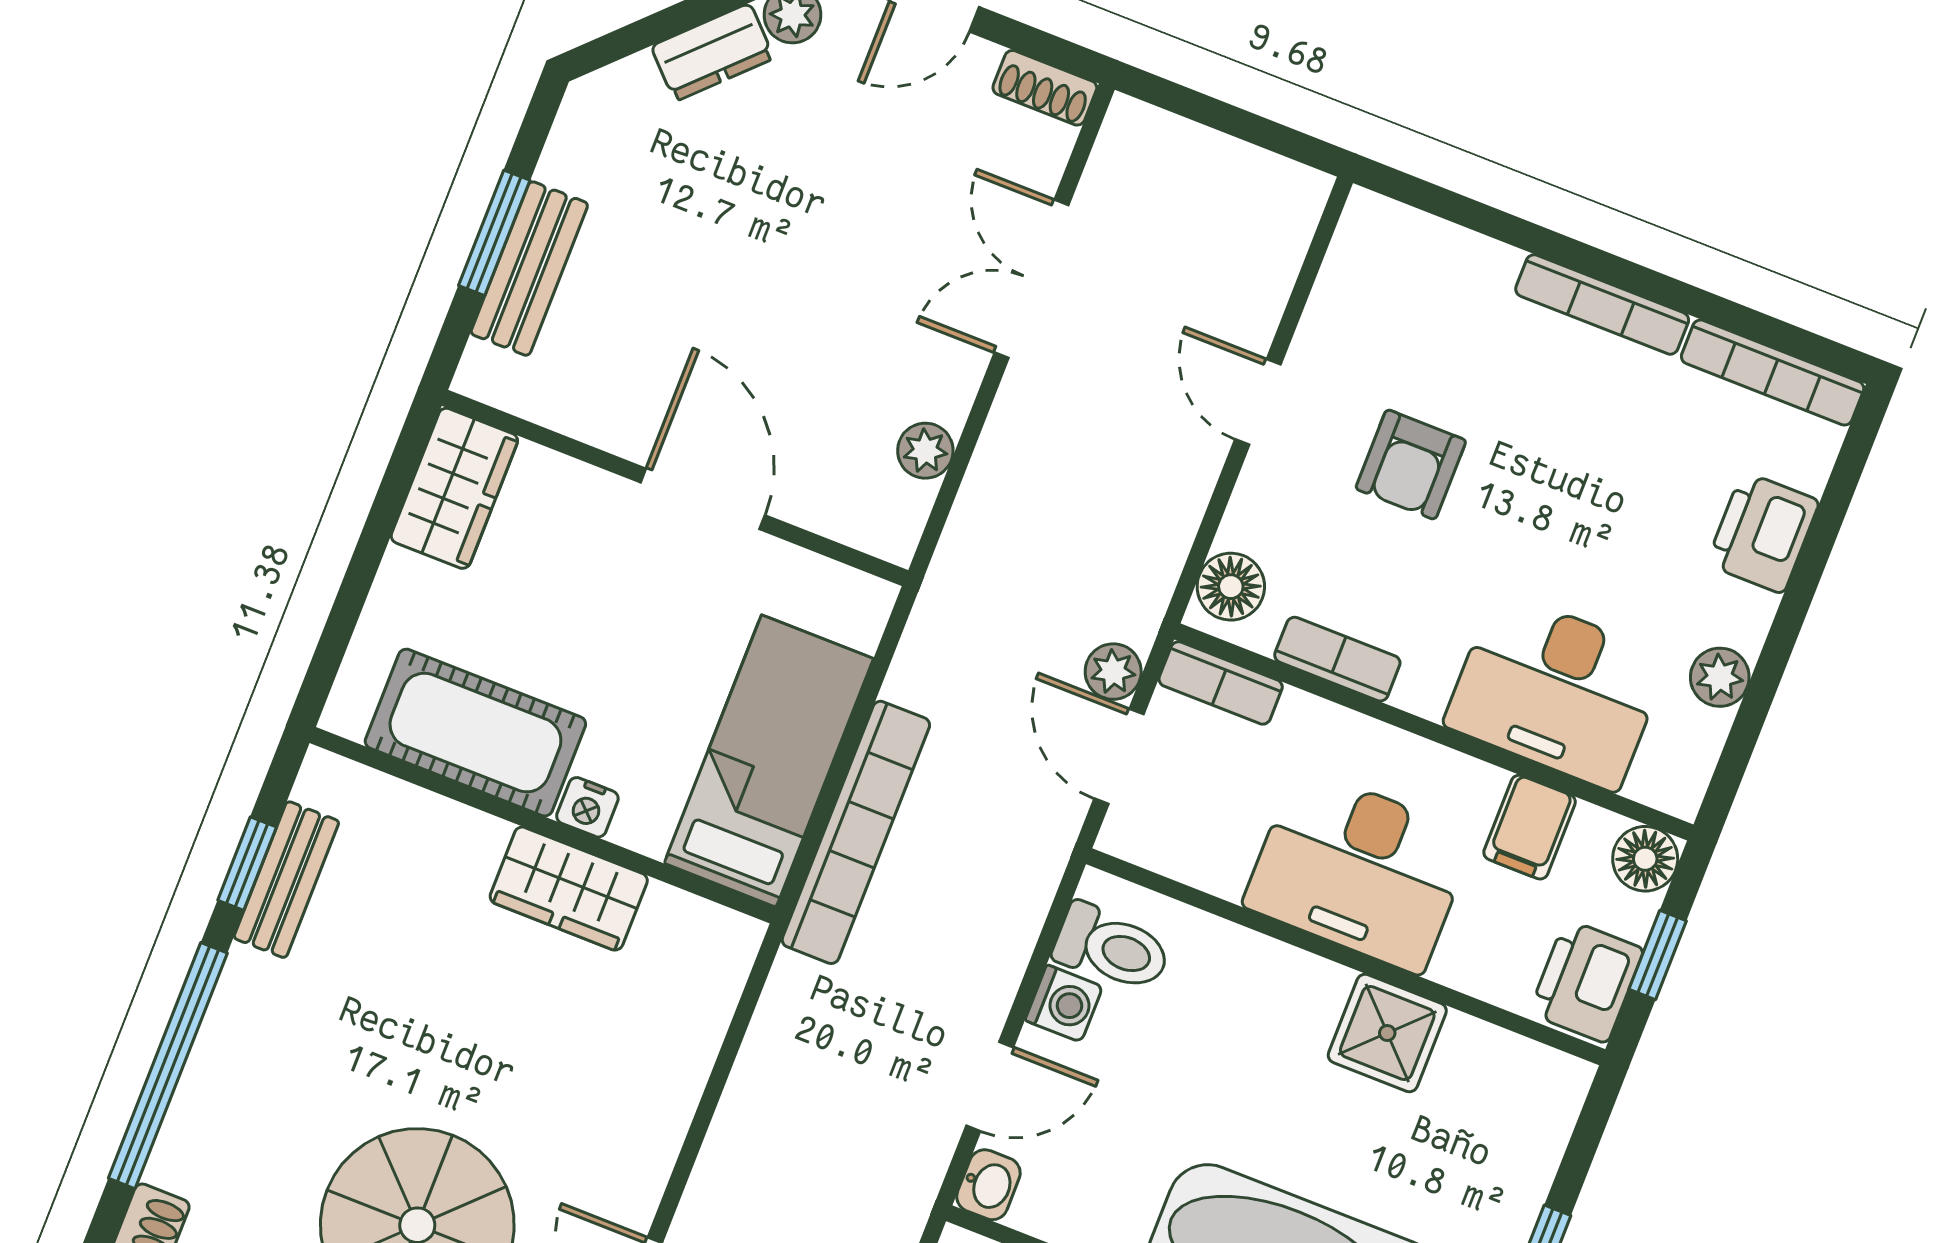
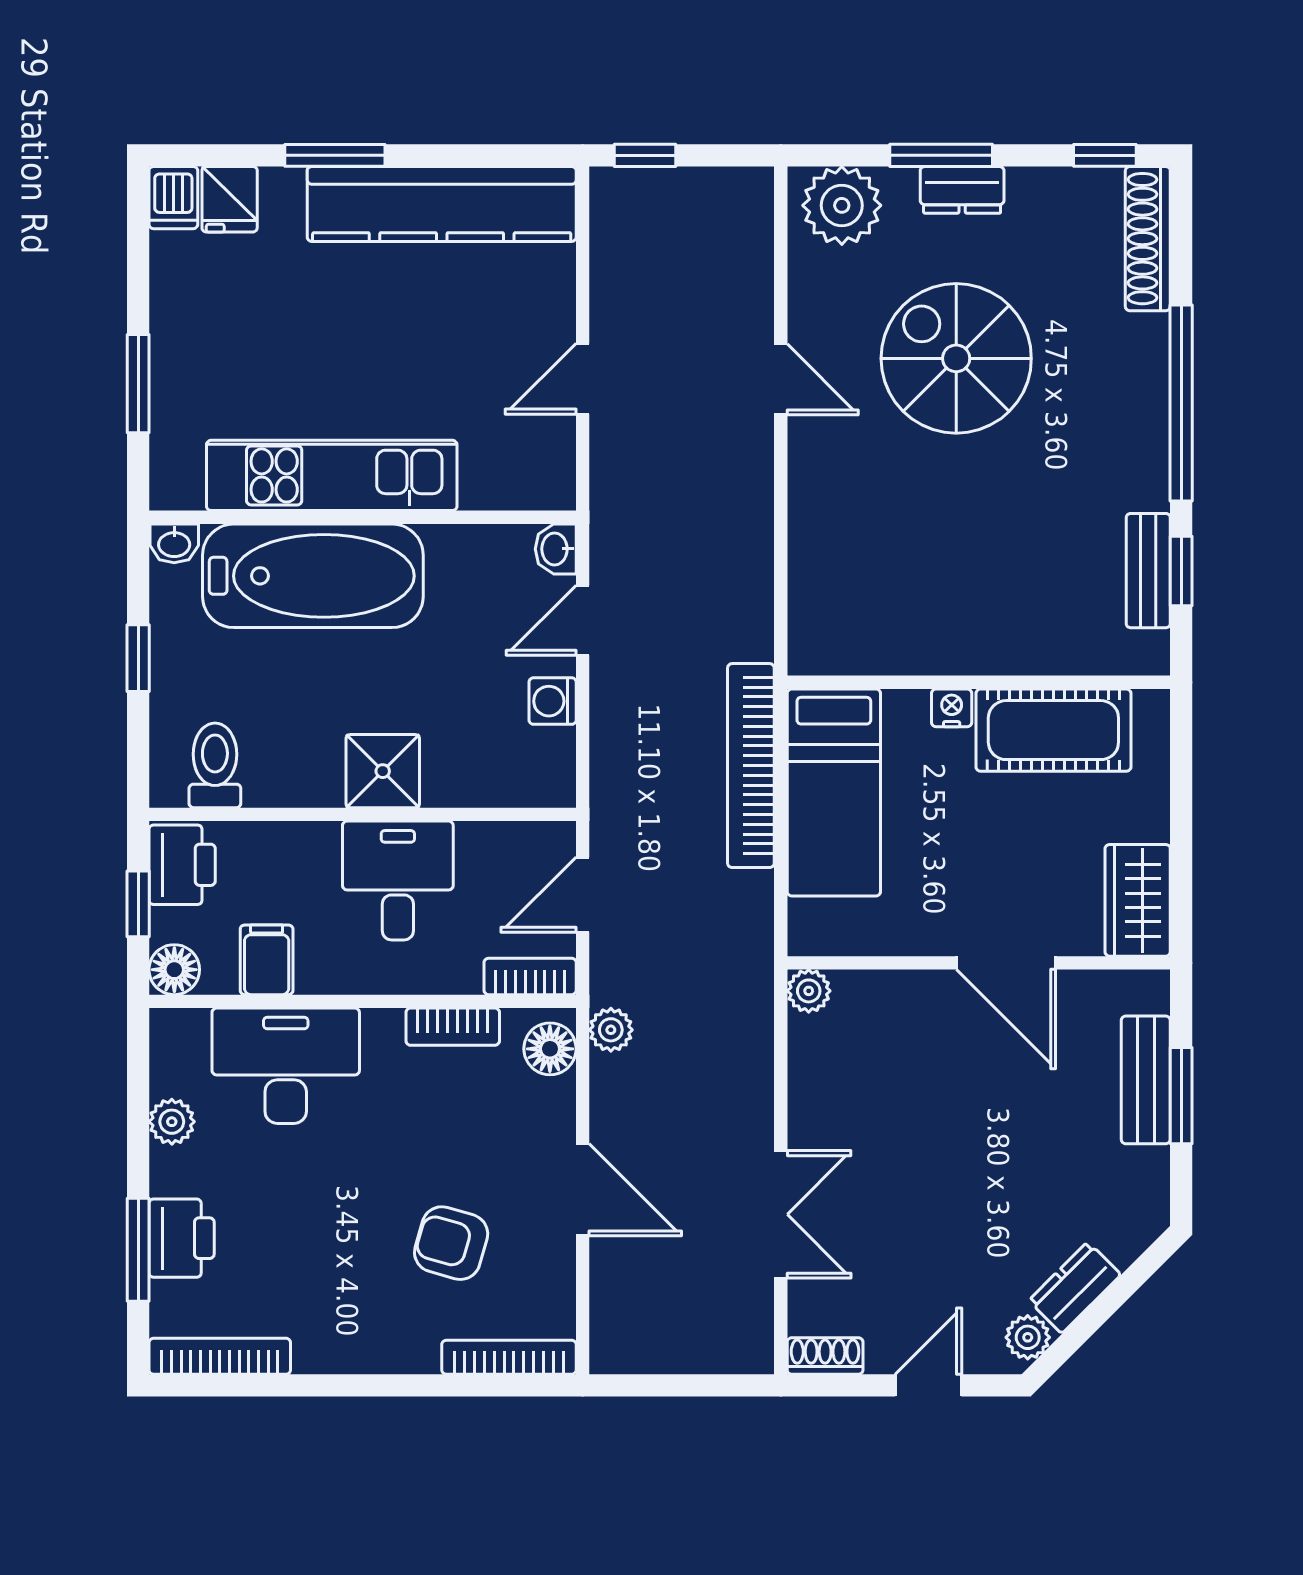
bookcase: (1602, 304) -> (509, 1357), moved
door: (1258, 402) -> (583, 1190), width x1.38
plant: (925, 451) -> (809, 991), moved
armchair: (1411, 465) -> (451, 1243), moved, turned -74
door: (703, 499) -> (1006, 963), moved
window: (1821, 539) -> (138, 1250), added
plant: (1113, 672) -> (611, 1030), moved
door: (1119, 756) -> (583, 895), swing flipped
desk: (1359, 870) -> (398, 880), width x0.73
wardrobe: (569, 889) -> (942, 644), removed
toilet: (1112, 948) -> (215, 765), moved, turned 90
shower: (1387, 1033) -> (383, 771), moved

